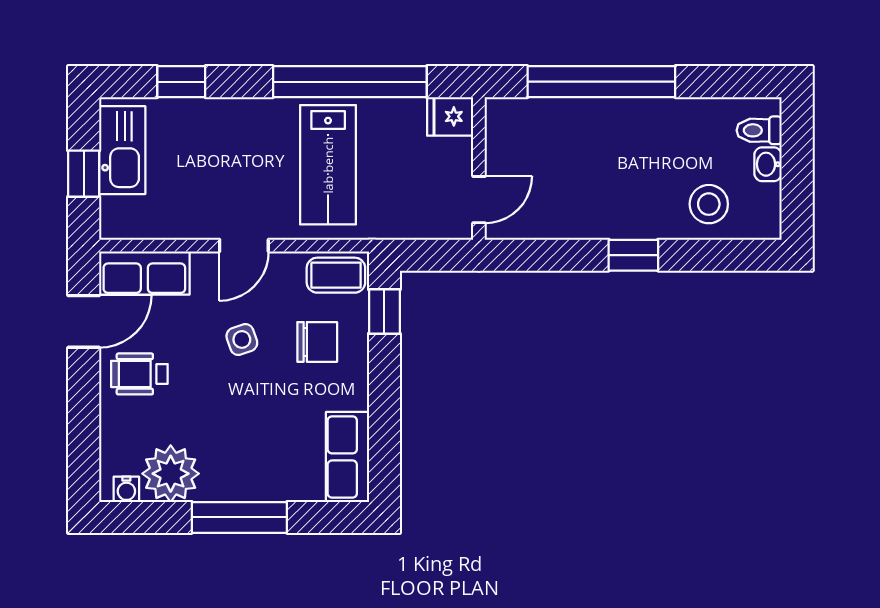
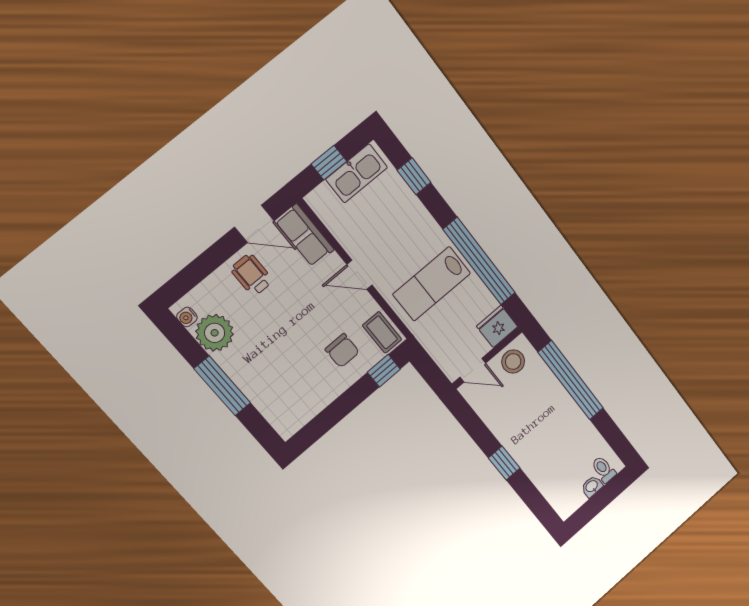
fridge: (450, 116) -> (497, 326), width x1.38
stool: (709, 204) -> (513, 362), moved
side table: (242, 339) -> (312, 312), removed
row of seats: (347, 457) -> (298, 413), removed

